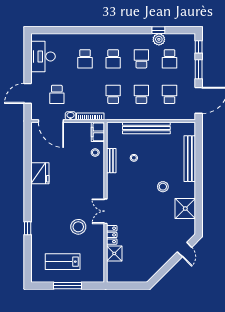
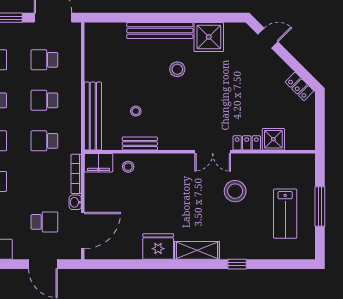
bench: (146, 128) -> (93, 116), moved
bench: (190, 159) -> (160, 30), moved
shelving: (37, 200) -> (197, 250), added
locker: (151, 272) -> (299, 86), added

